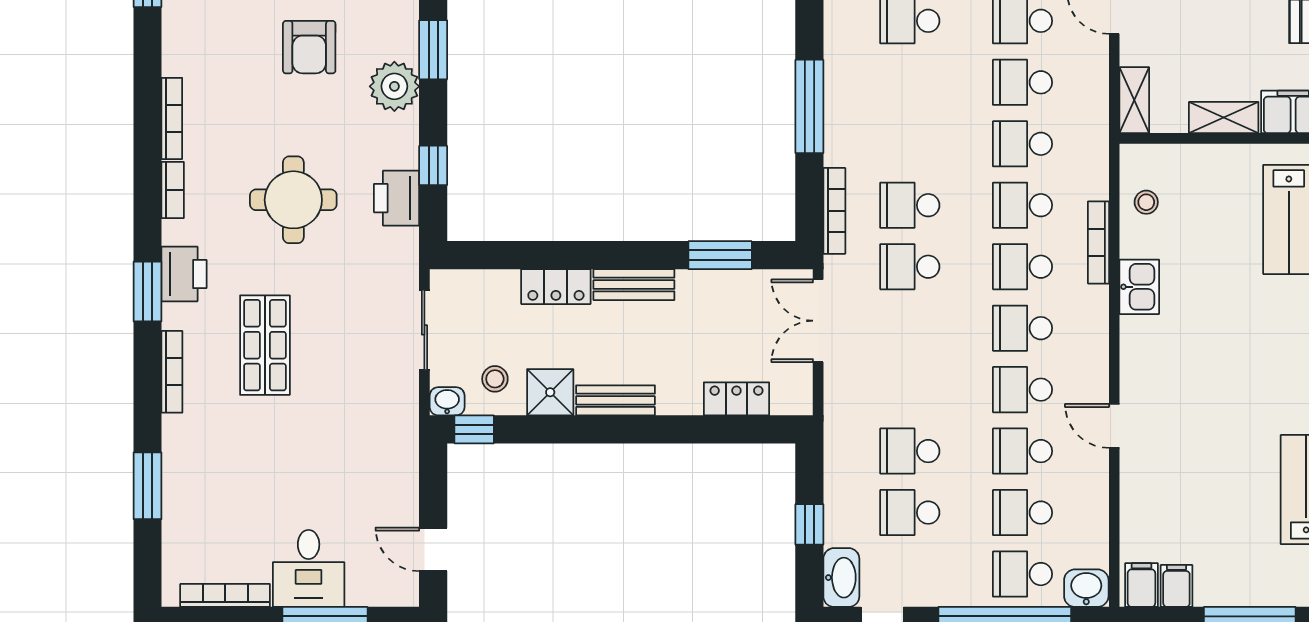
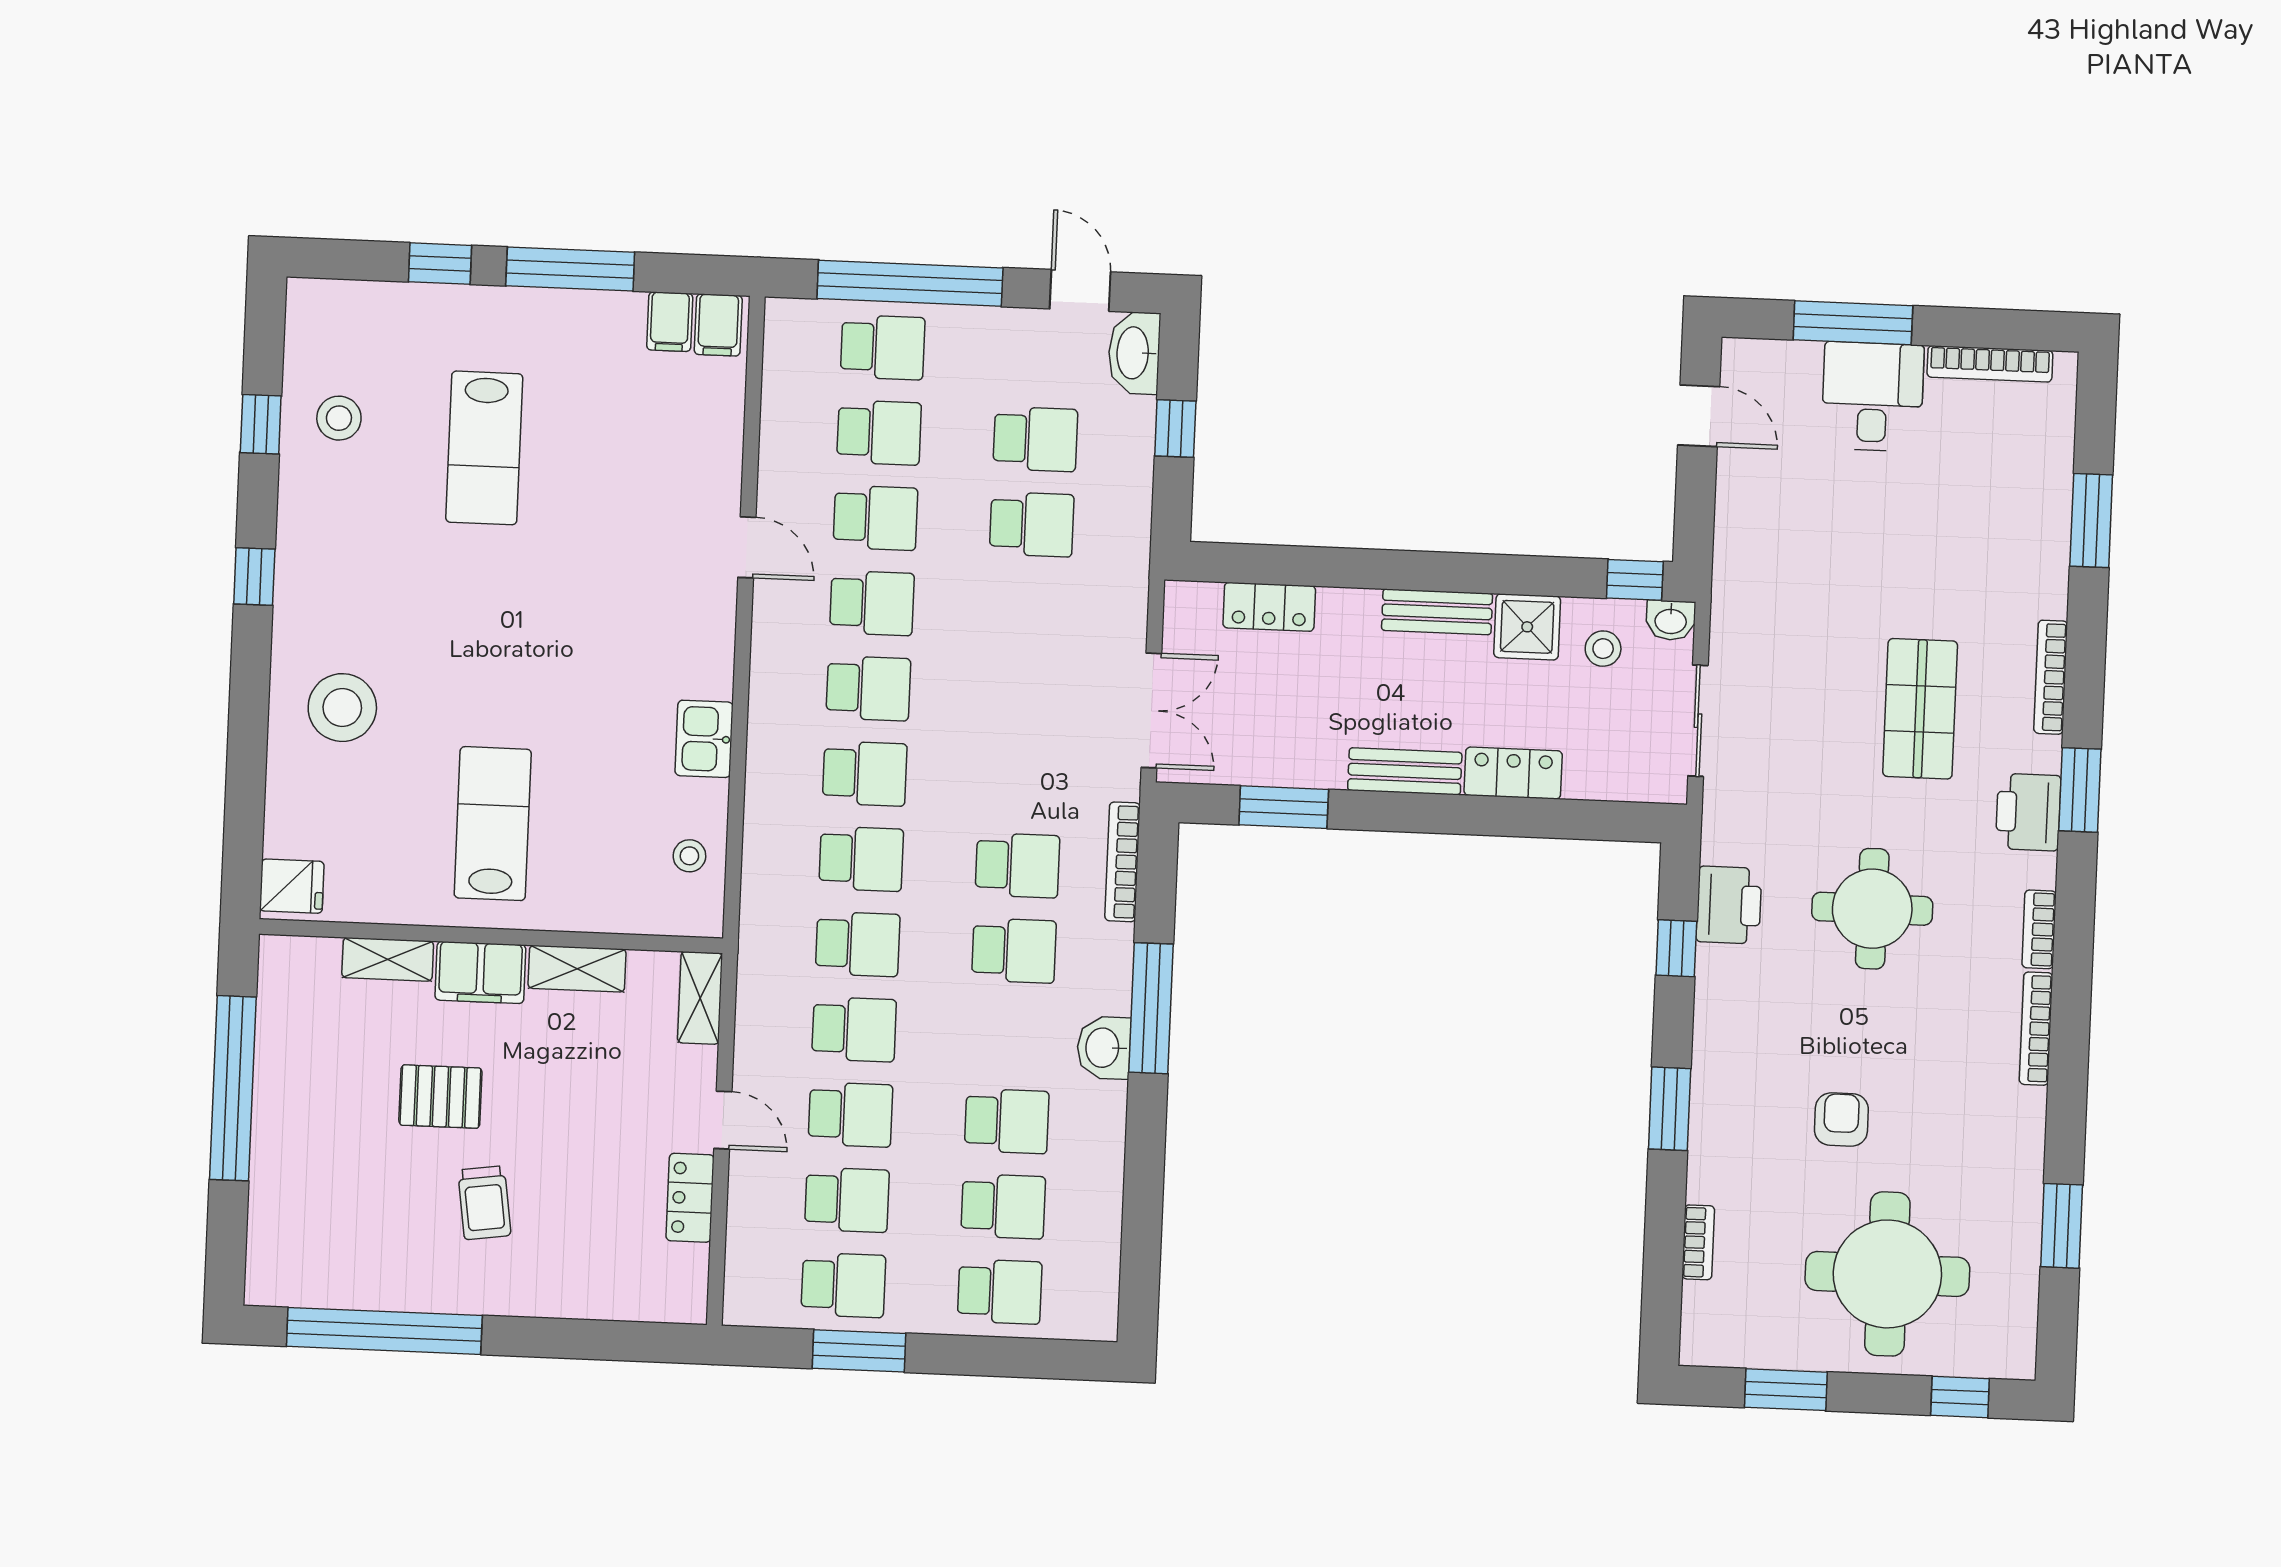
armchair: (309, 47) -> (1841, 1120), width x0.72, depth x0.72
plant: (394, 86) -> (1725, 1060), removed
bookcase: (1098, 242) -> (758, 803), removed
school desk: (910, 267) -> (1014, 951), moved
washbasin: (1086, 588) -> (1104, 1048), moved, turned 90

